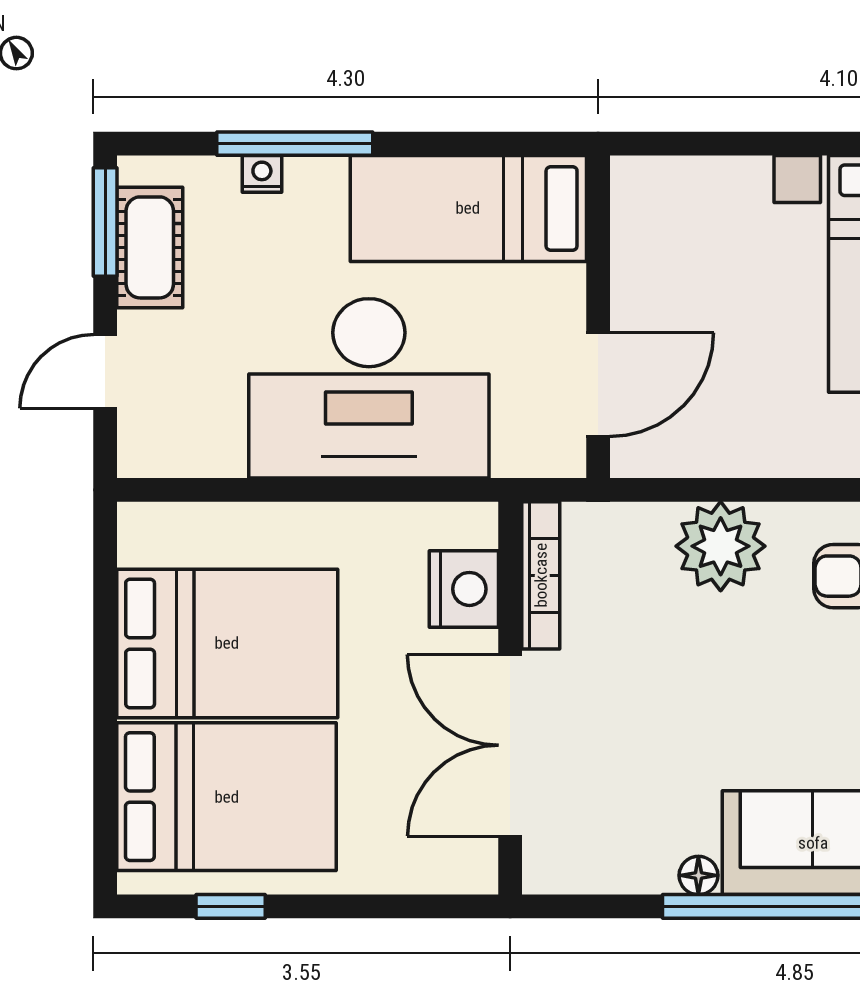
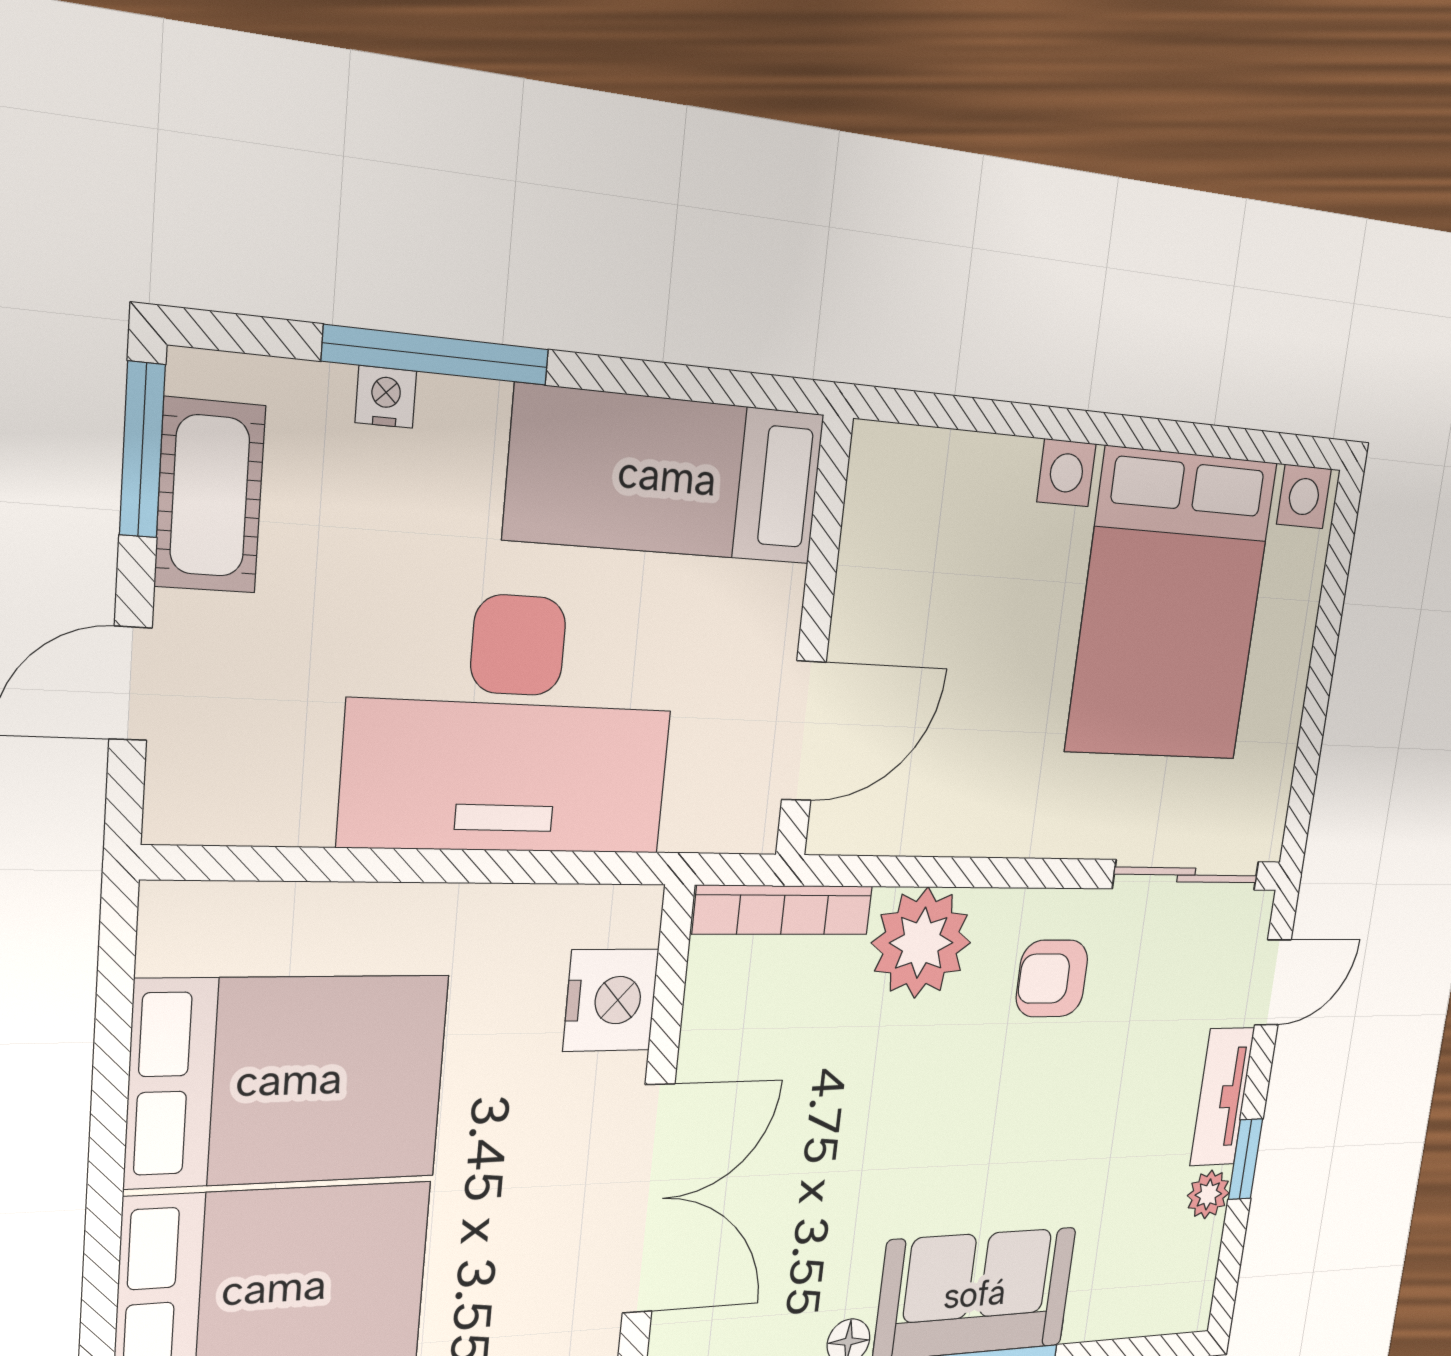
bookcase: (541, 575) -> (783, 910), moved, turned 90
double door: (510, 745) -> (648, 1199), swing flipped

